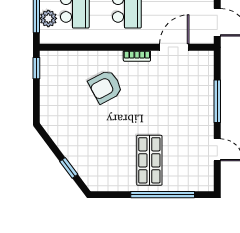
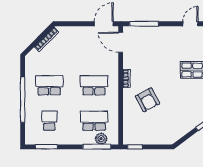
door: (174, 47) -> (121, 42), moved
window: (217, 101) -> (144, 24), moved

